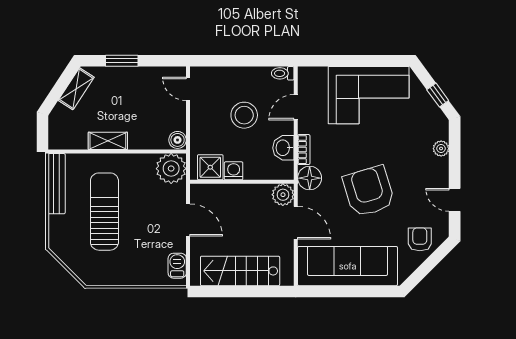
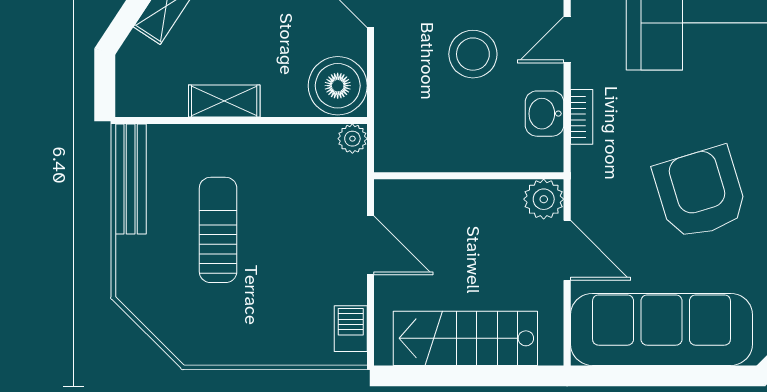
boiler: (178, 140) -> (338, 86), width x1.86, depth x1.86
shower: (210, 167) -> (411, 149), removed
plant: (171, 169) -> (352, 139), width x0.53, depth x0.53
washing machine: (234, 171) -> (454, 156), removed
floor lamp: (310, 178) -> (592, 169), removed
sun lounger: (104, 212) -> (218, 230), width x0.73, depth x0.75

